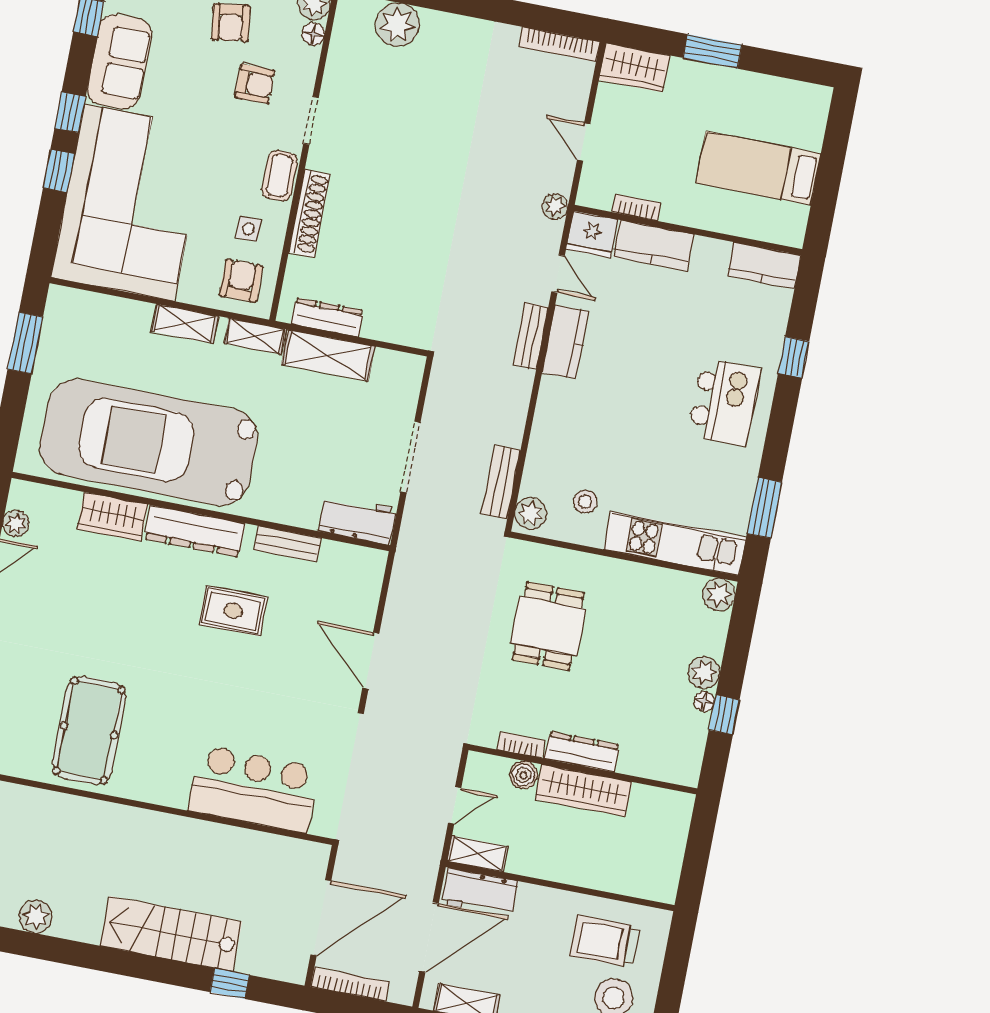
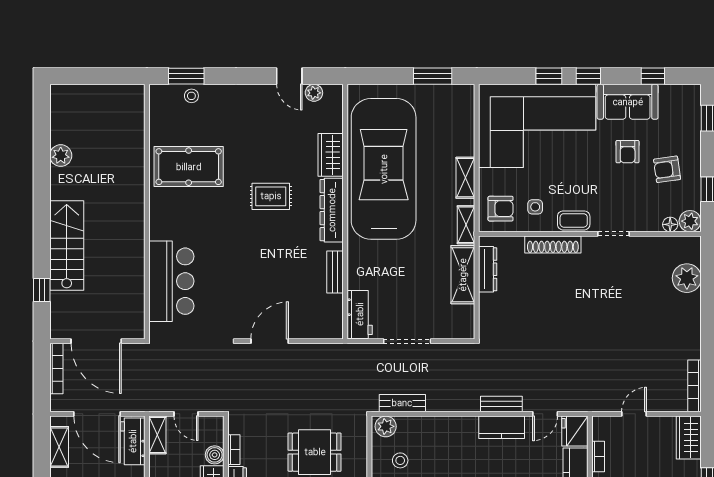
armchair: (255, 84) -> (628, 152), moved
plant: (555, 206) -> (588, 404), removed
rug: (233, 611) -> (271, 196), moved, turned 90

